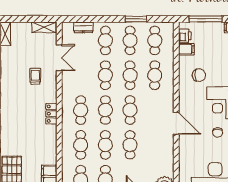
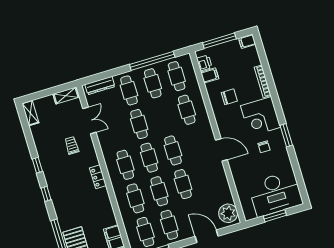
window: (136, 19) -> (152, 61), width x2.11
dresser: (83, 27) -> (100, 85), width x1.44
cafe table: (130, 75) -> (163, 117), removed

